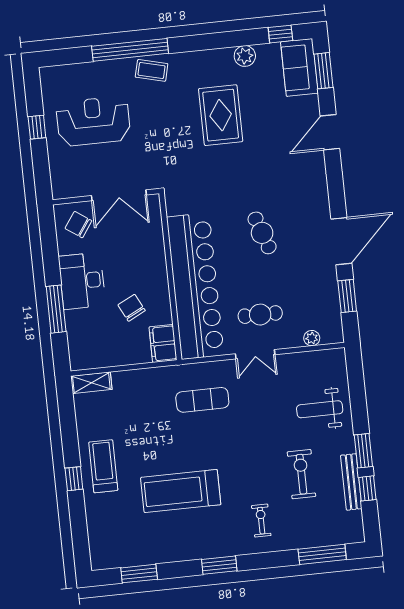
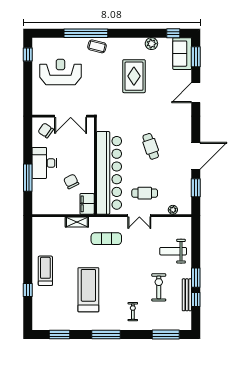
window: (37, 127) -> (28, 54), moved
shelving: (91, 383) -> (77, 222), moved
window: (74, 479) -> (28, 290), moved
treadmill: (181, 491) -> (88, 290), turned 90
window: (219, 565) -> (106, 335), width x1.44

